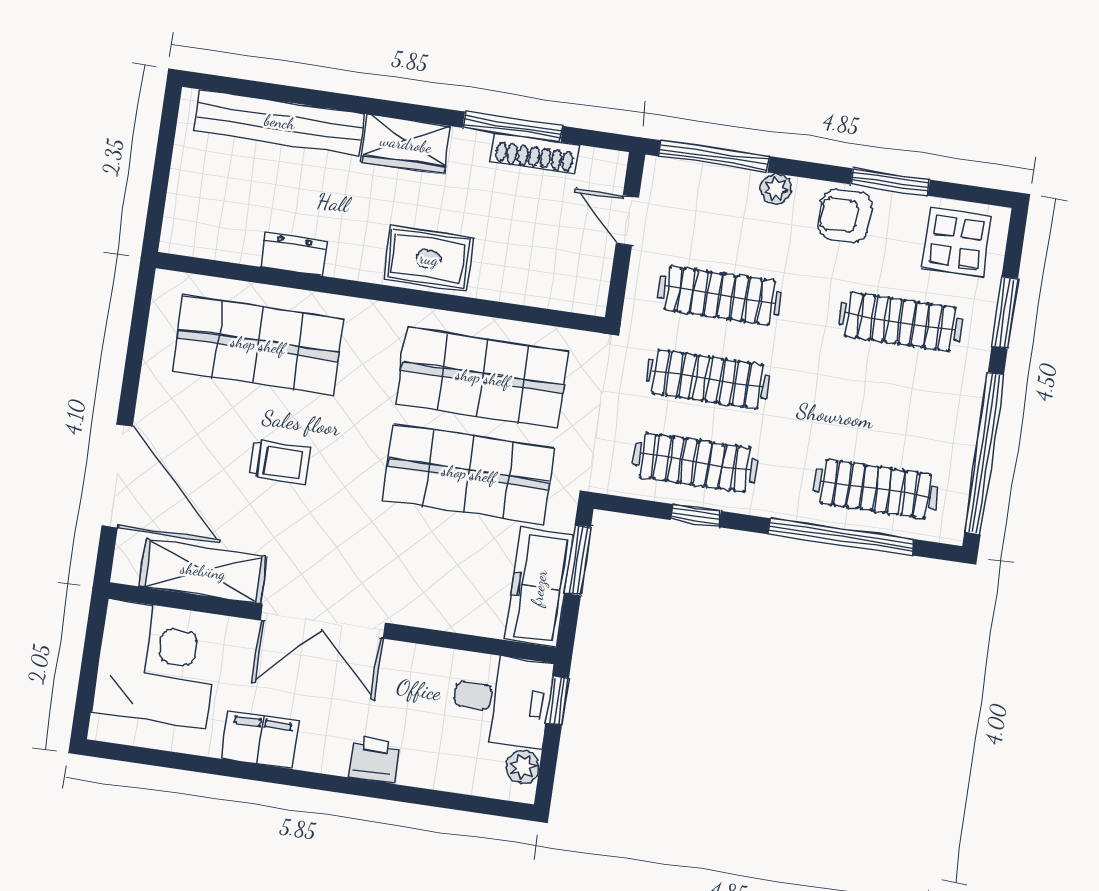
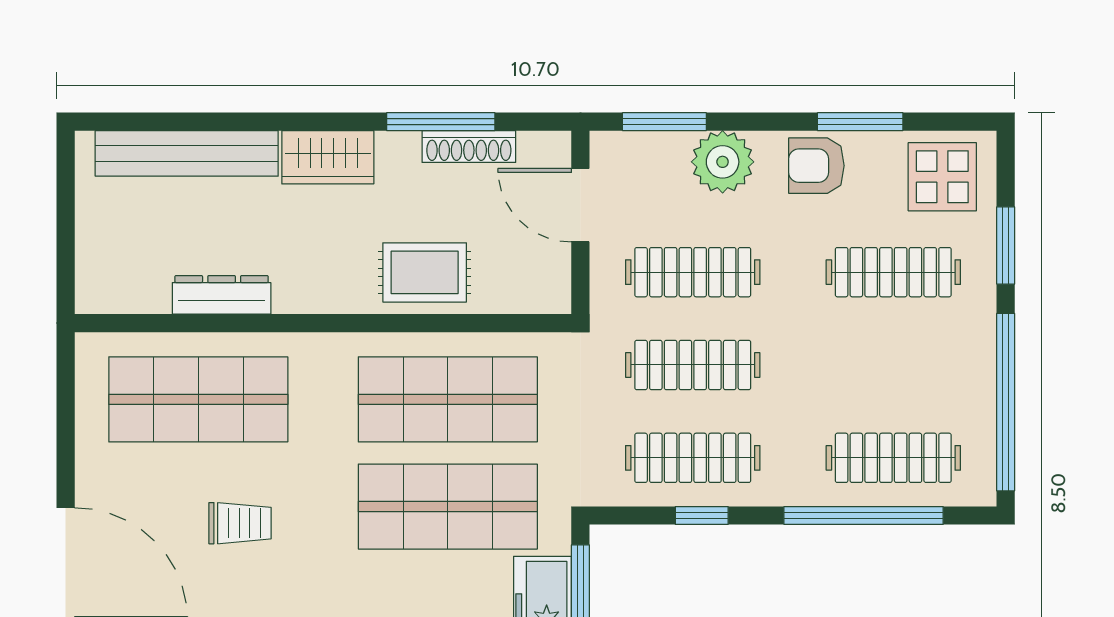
window: (714, 156) -> (664, 122), width x0.69
plant: (776, 189) -> (723, 162), width x1.87, depth x1.87
door: (627, 220) -> (580, 205), width x1.38
dresser: (293, 254) -> (222, 295), width x1.44
rug: (429, 259) -> (425, 272), moved

